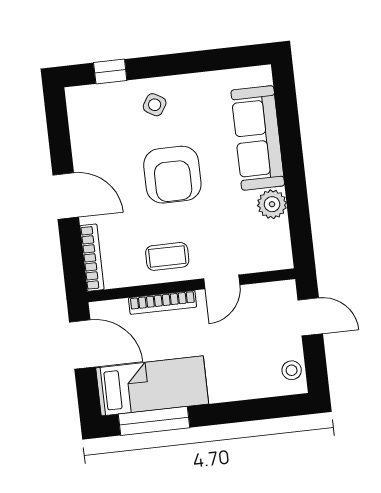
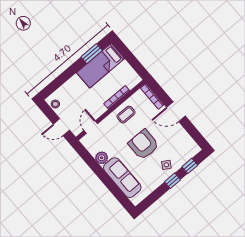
window: (164, 65) -> (173, 181), added
door: (222, 282) -> (91, 127), moved
door: (82, 344) -> (135, 64), removed
window: (154, 421) -> (92, 54), width x0.69

